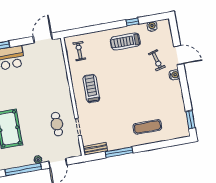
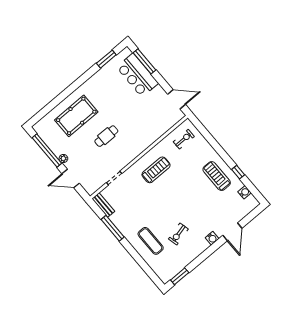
exercise bike: (157, 60) -> (178, 234), moved
cafe table: (57, 124) -> (106, 136), moved

